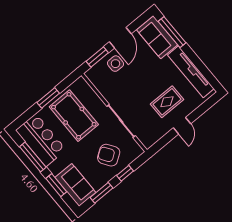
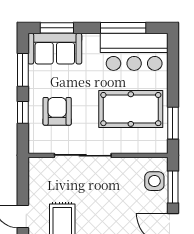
side table: (115, 64) -> (154, 181), moved
window: (48, 98) -> (173, 123), moved
armchair: (109, 155) -> (57, 111), turned -56
window: (56, 185) -> (57, 28), moved

